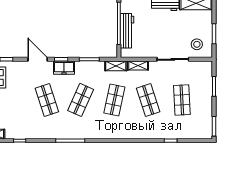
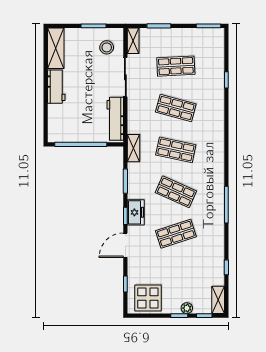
workbench: (127, 31) -> (115, 119), moved, turned -90
shelving: (138, 66) -> (133, 41), moved
shop shelf: (148, 100) -> (176, 108), turned 33

